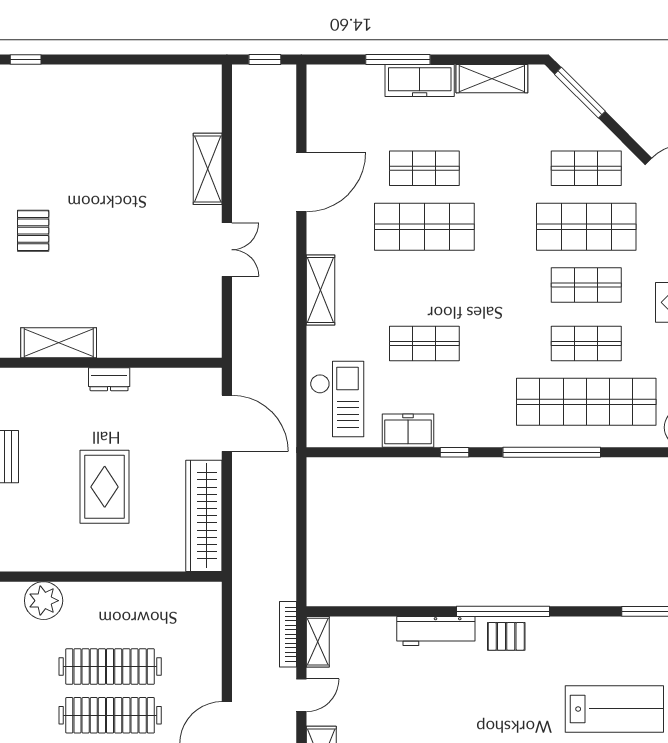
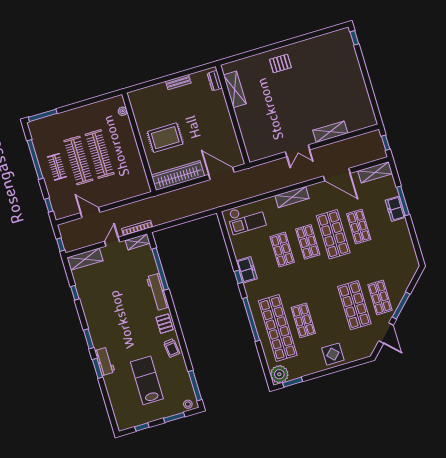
shelving: (492, 79) -> (375, 172), moved, turned 90
freezer: (420, 81) -> (395, 209), width x0.71
window: (580, 93) -> (401, 305), moved
shop shelf: (586, 285) -> (308, 242), moved
dresser: (109, 379) -> (215, 81), moved
door: (227, 423) -> (221, 173), swing flipped
freezer: (408, 431) -> (247, 270), moved
rug: (105, 487) -> (165, 138), moved
plant: (44, 601) -> (123, 111), width x0.53, depth x0.53
window: (503, 611) -> (160, 269), moved
trolley: (562, 637) -> (172, 348), added
door: (301, 695) -> (112, 242), swing flipped
lab bench: (614, 709) -> (147, 380), turned 180

